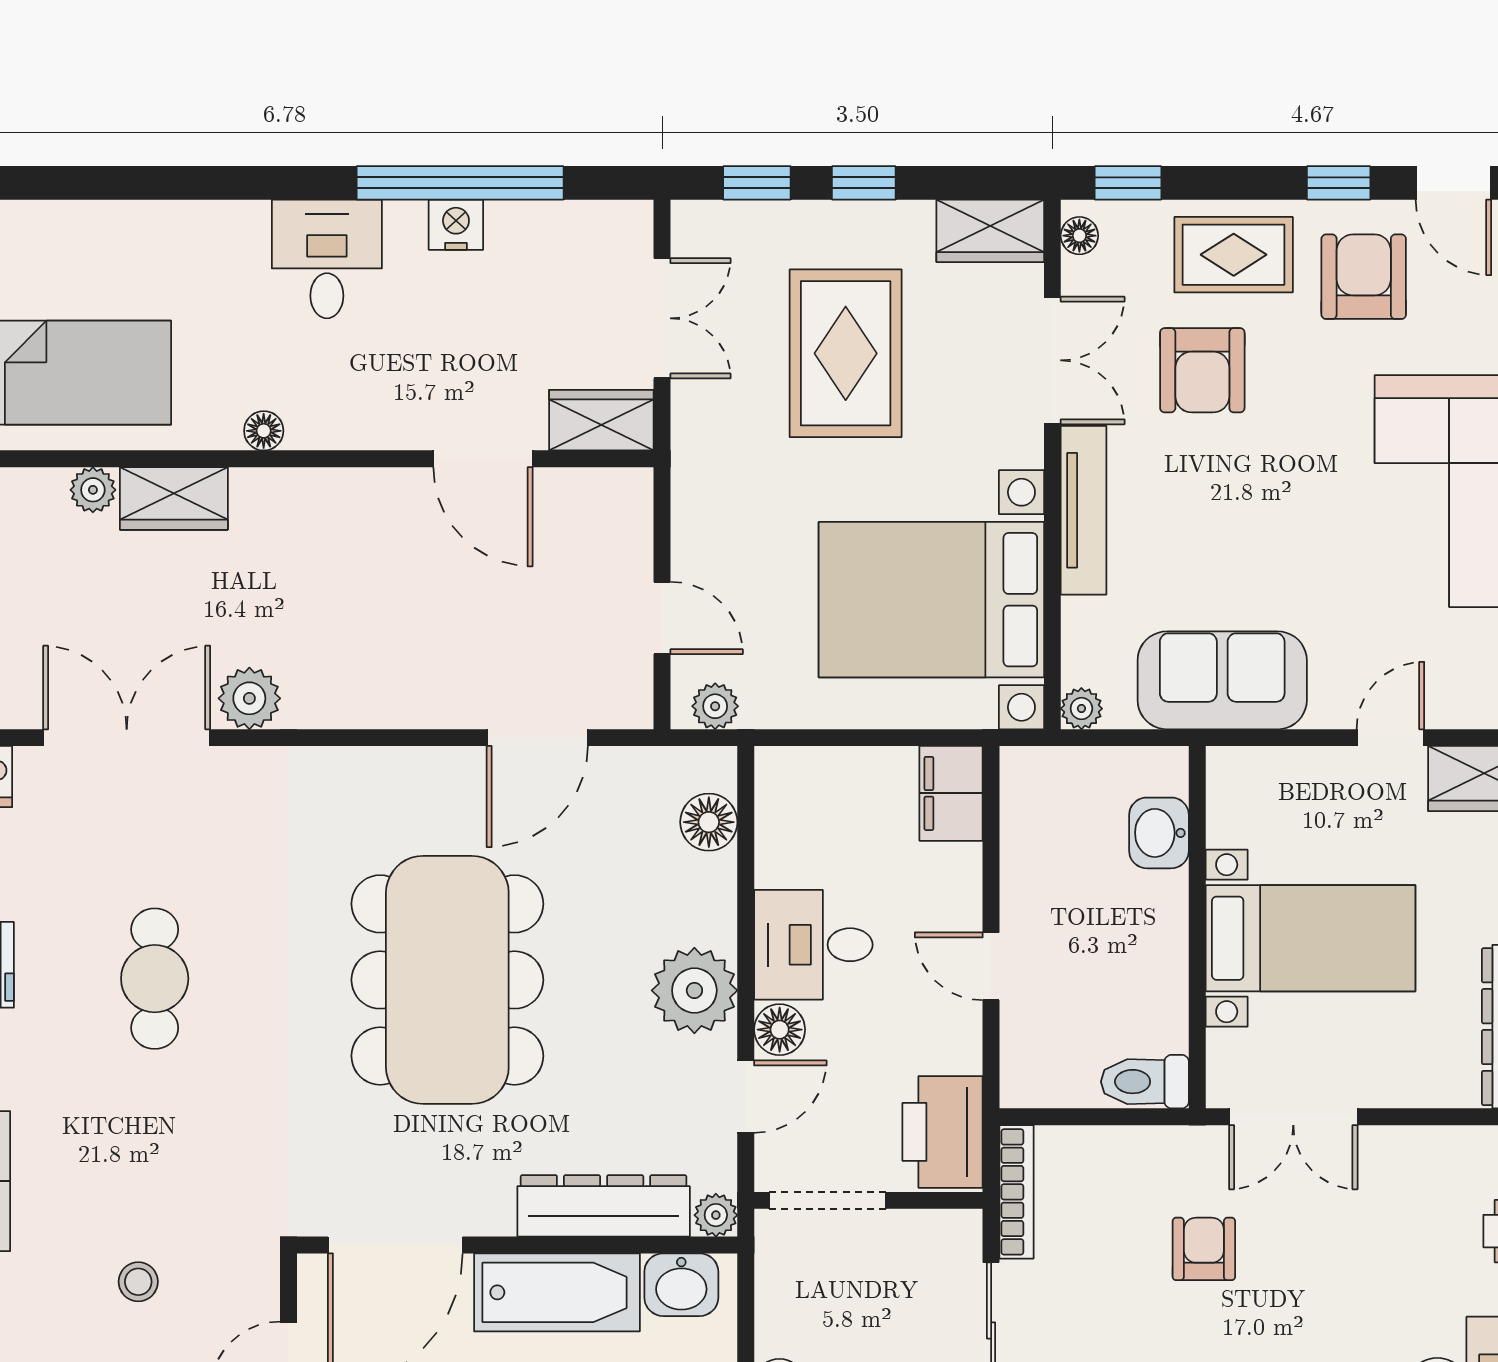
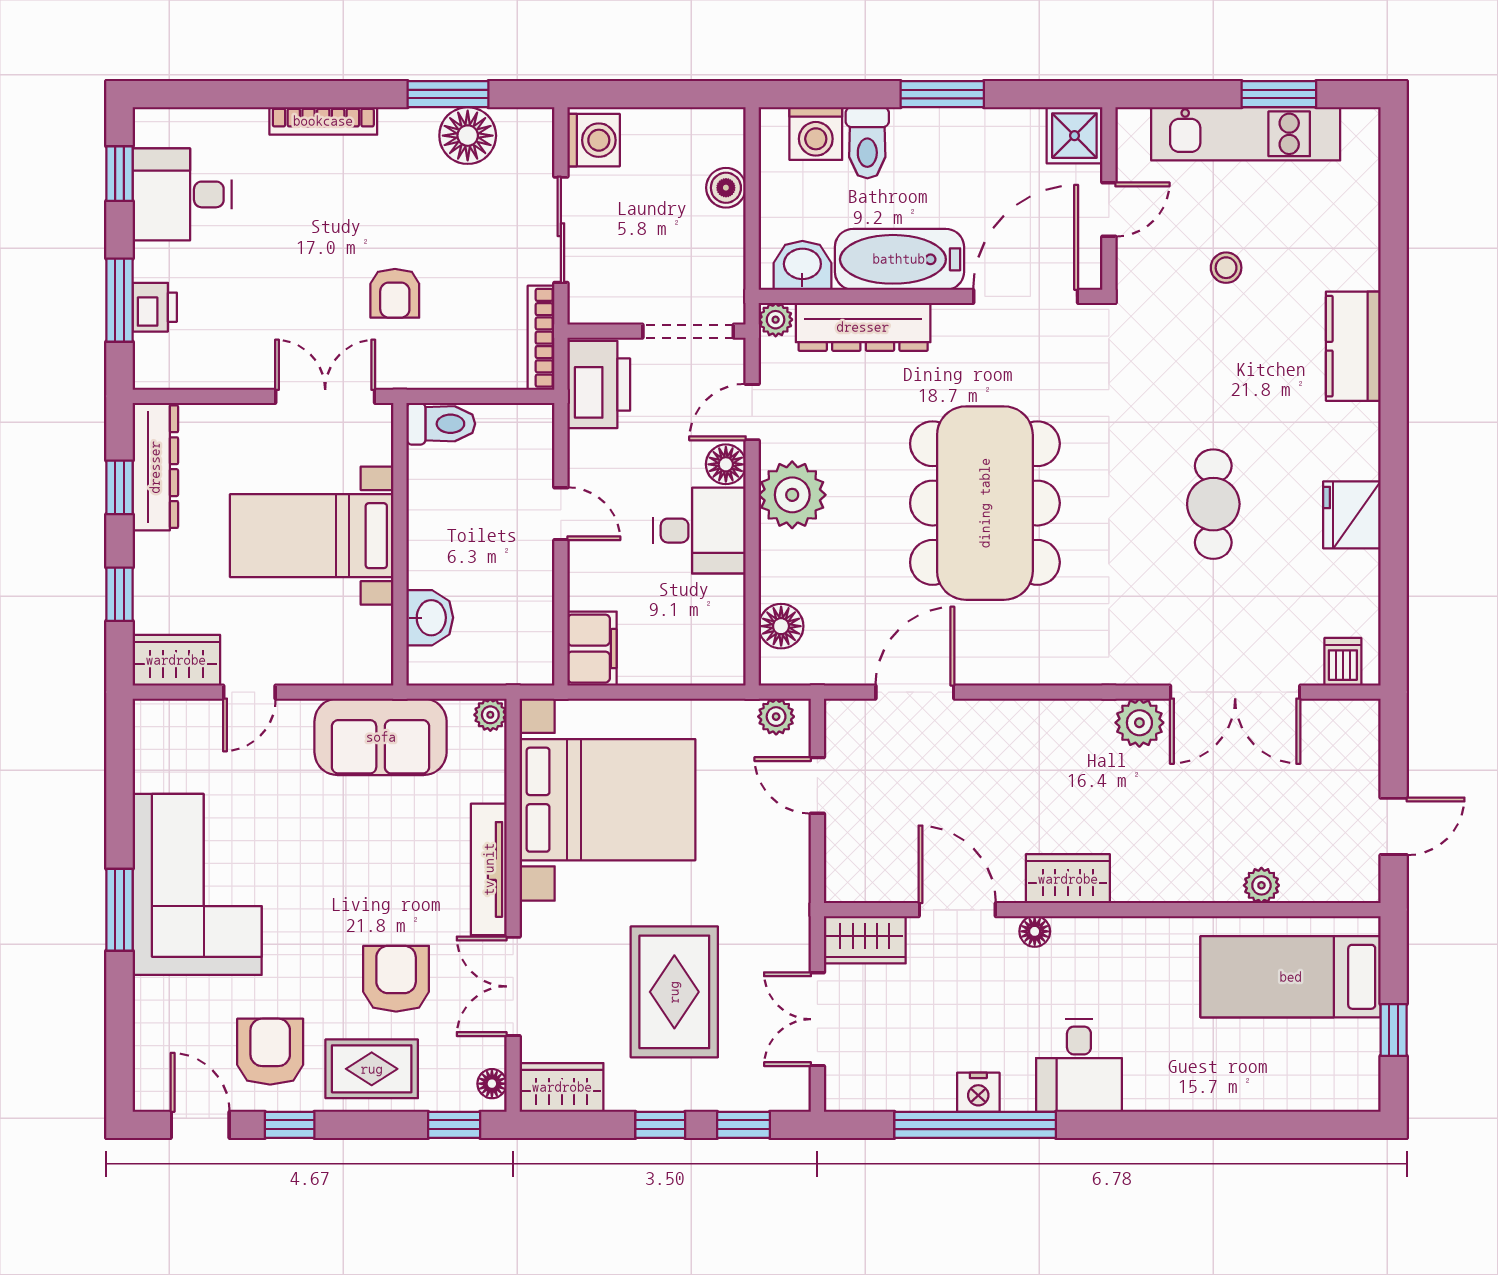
armchair: (1364, 277) -> (270, 1052), turned 180
floor lamp: (264, 431) -> (1035, 931), moved
wardrobe: (174, 498) -> (1068, 879), moved

